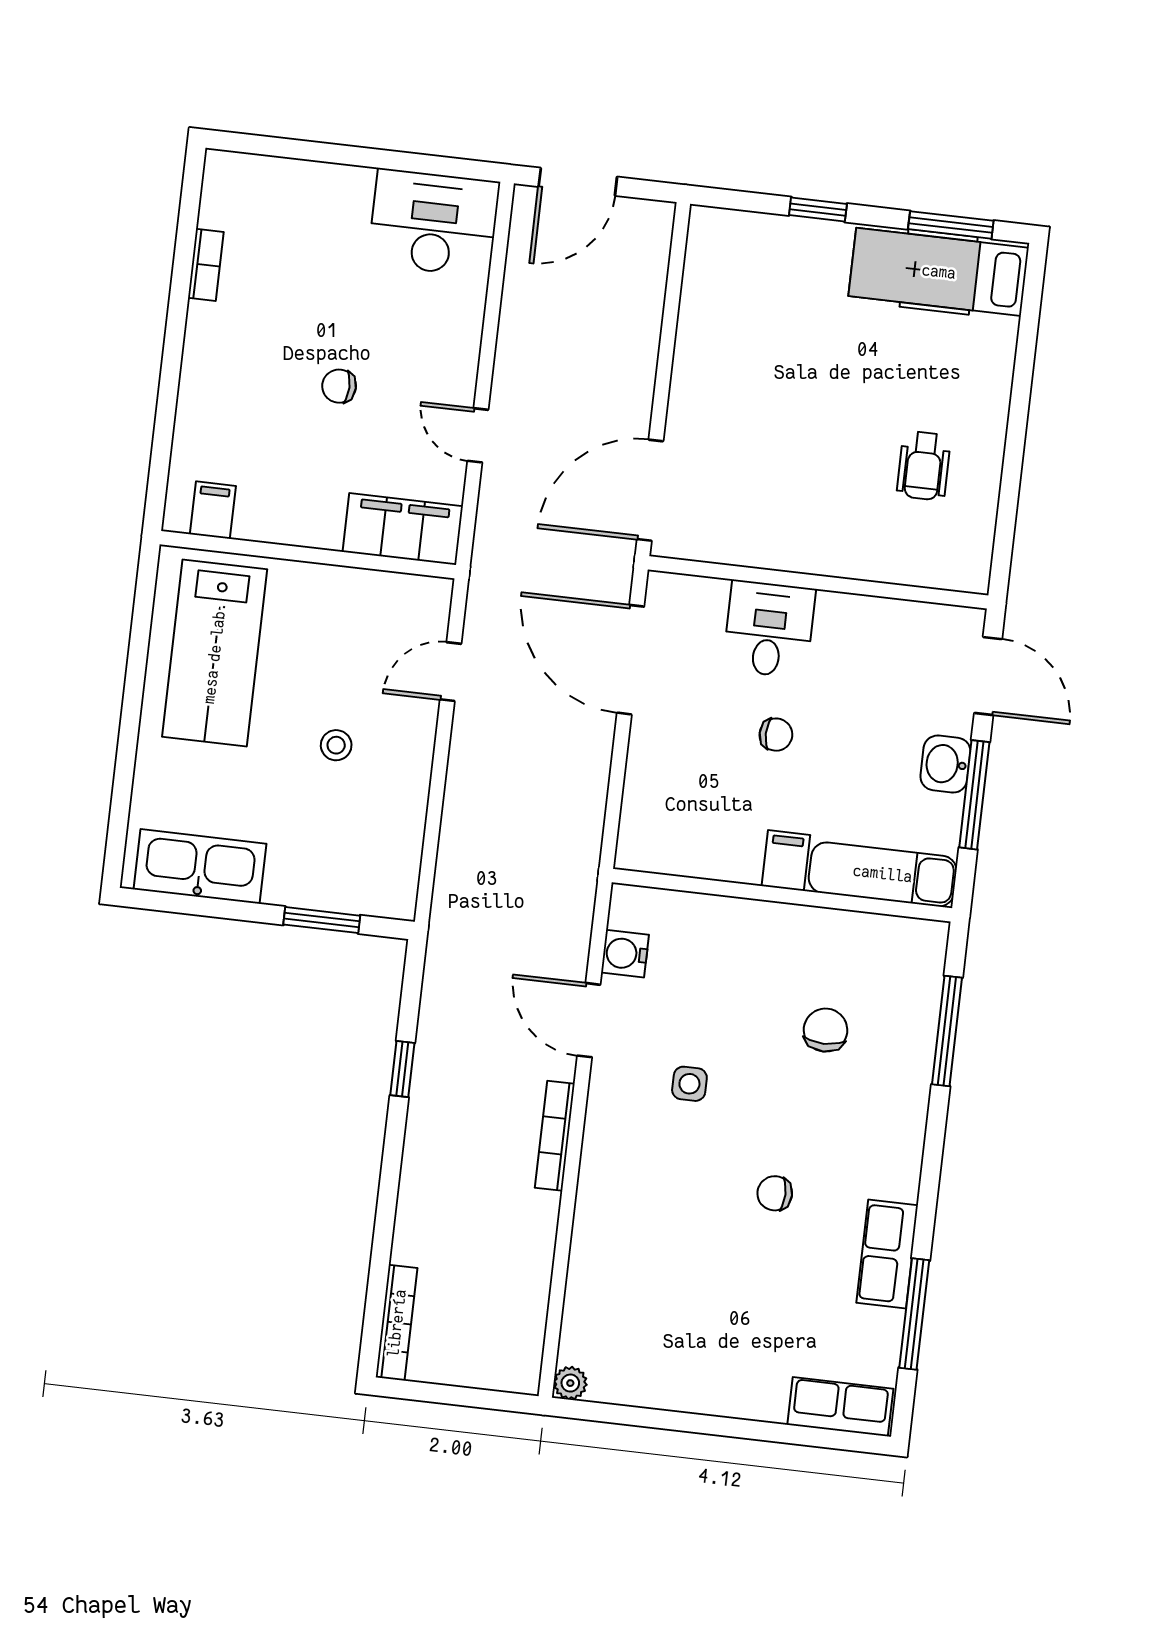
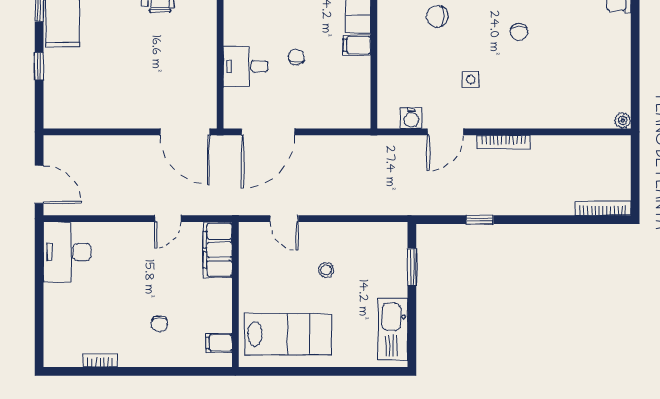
chair: (339, 386) -> (159, 324), moved

